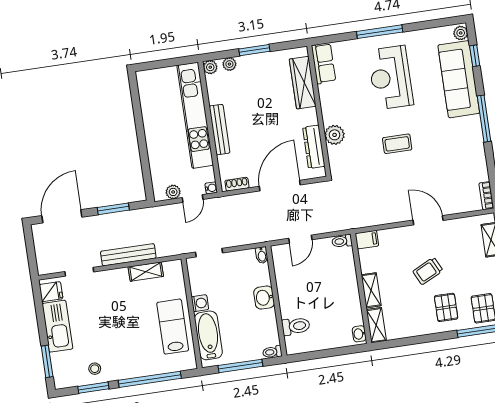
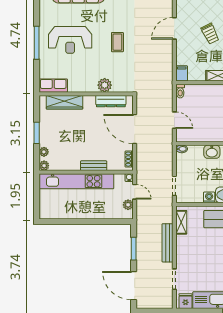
bench: (220, 130) -> (94, 166), width x0.73
shelving: (146, 272) -> (181, 222), moved

